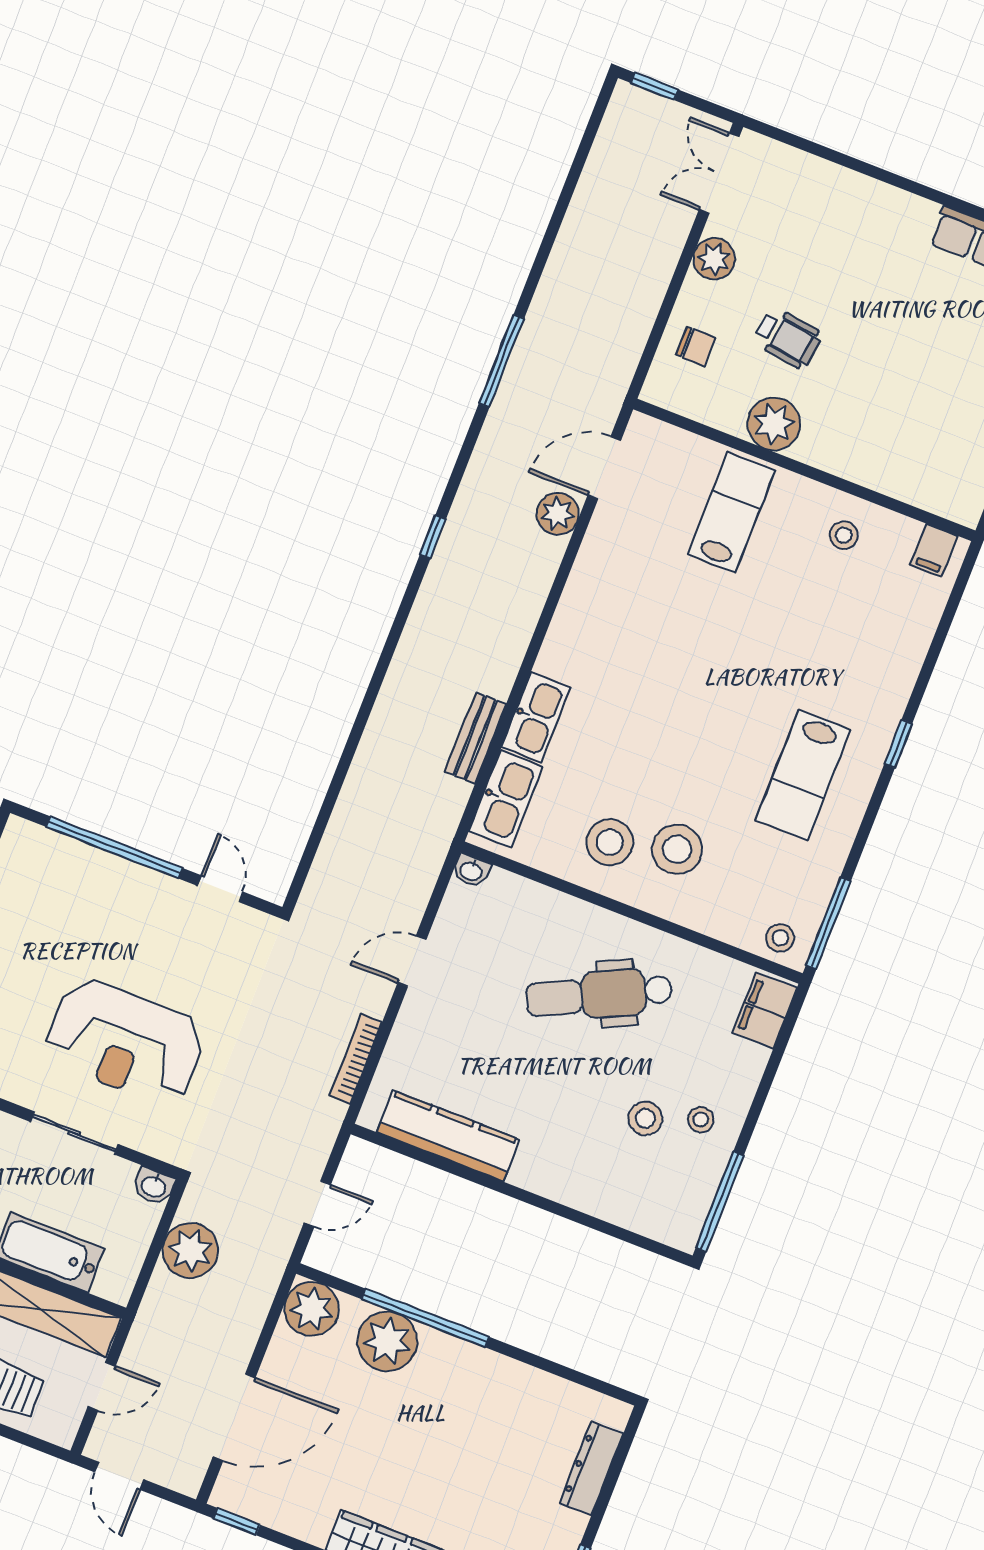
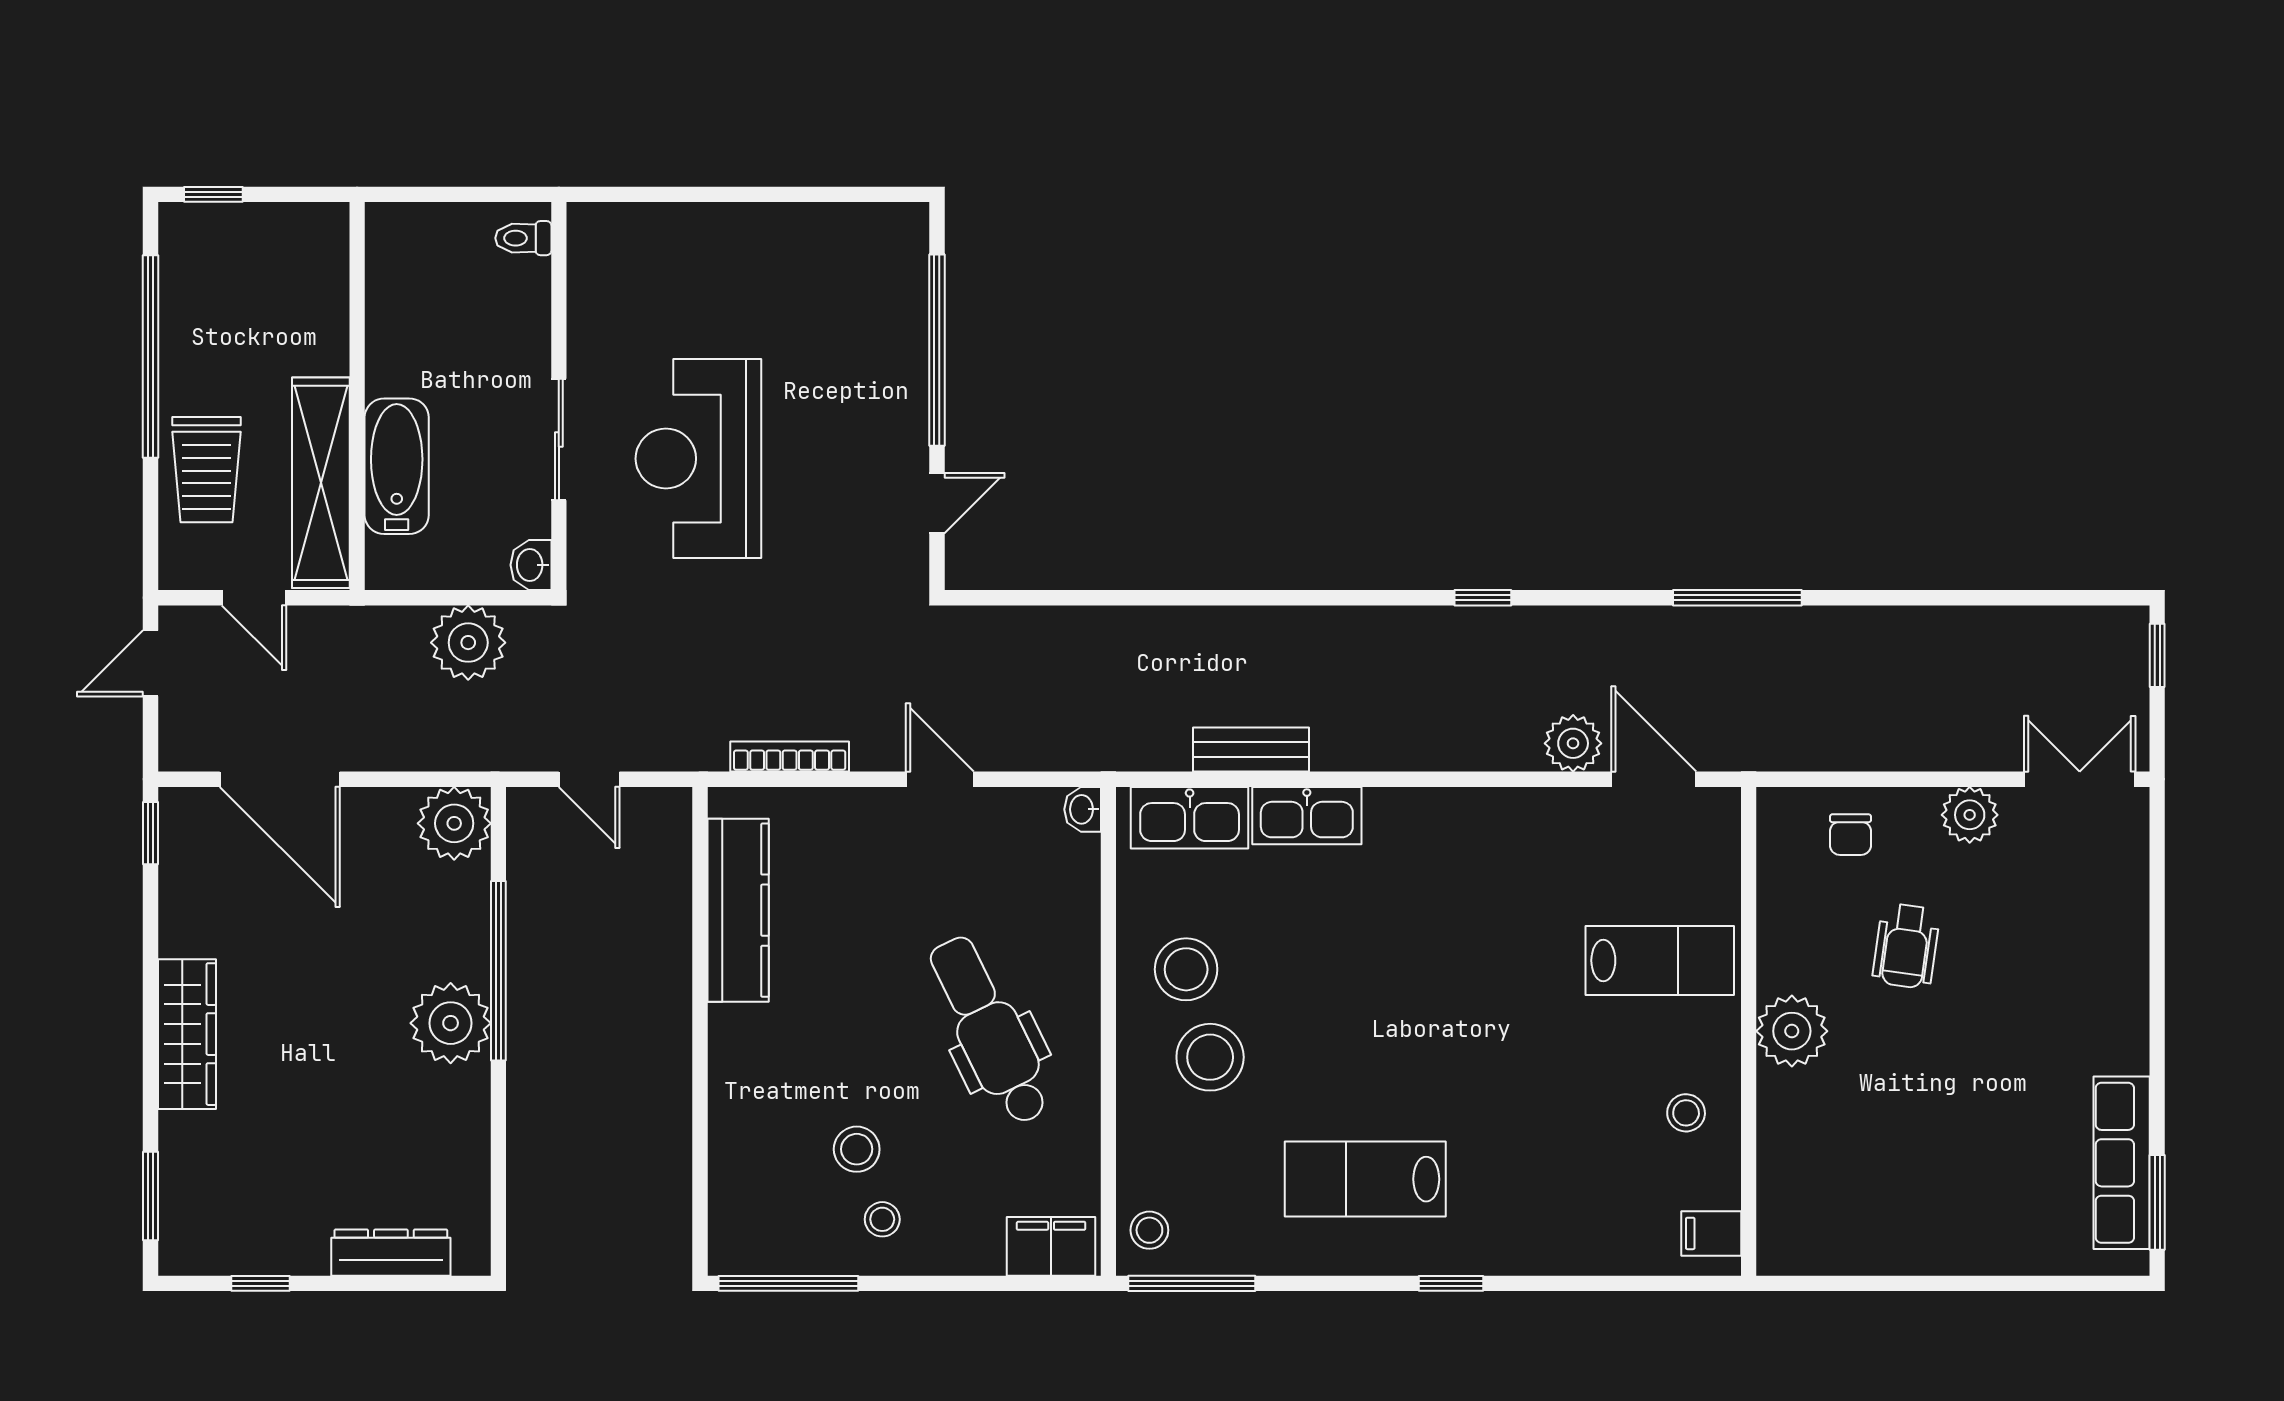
plant: (774, 424) -> (1792, 1031), moved
plant: (387, 1341) -> (451, 1023), moved

